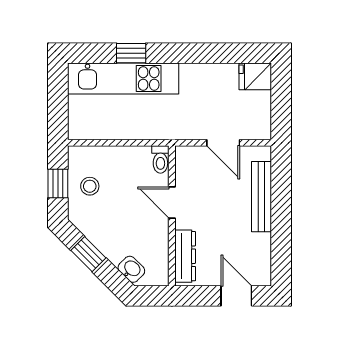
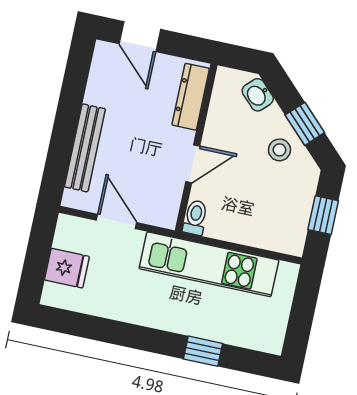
fridge: (255, 76) -> (67, 268), moved
kitchen unit: (123, 78) -> (209, 264), moved, turned 180
stool: (90, 186) -> (279, 150), moved
door: (172, 202) -> (193, 164), hinge flipped

